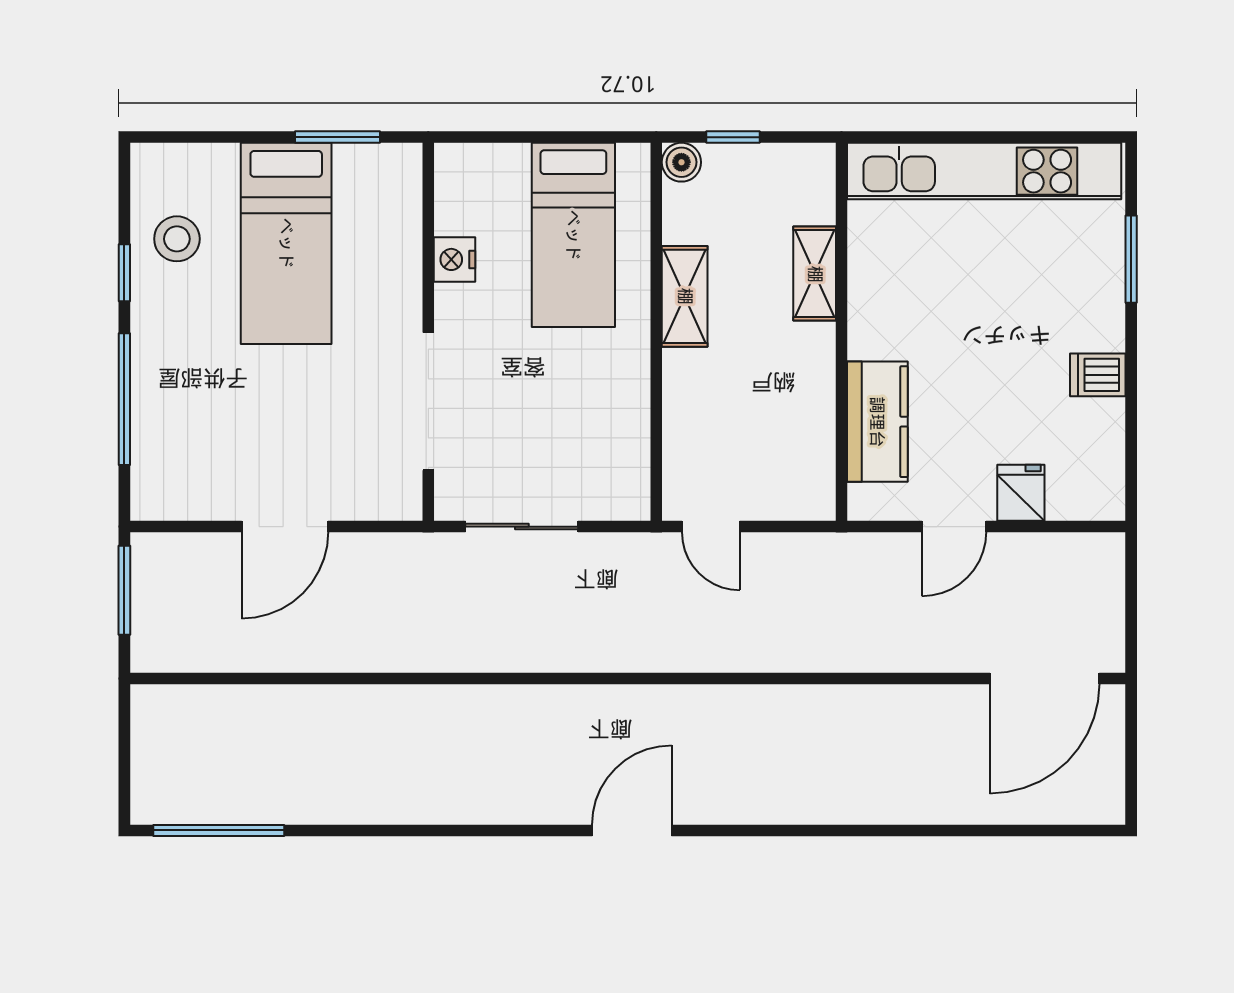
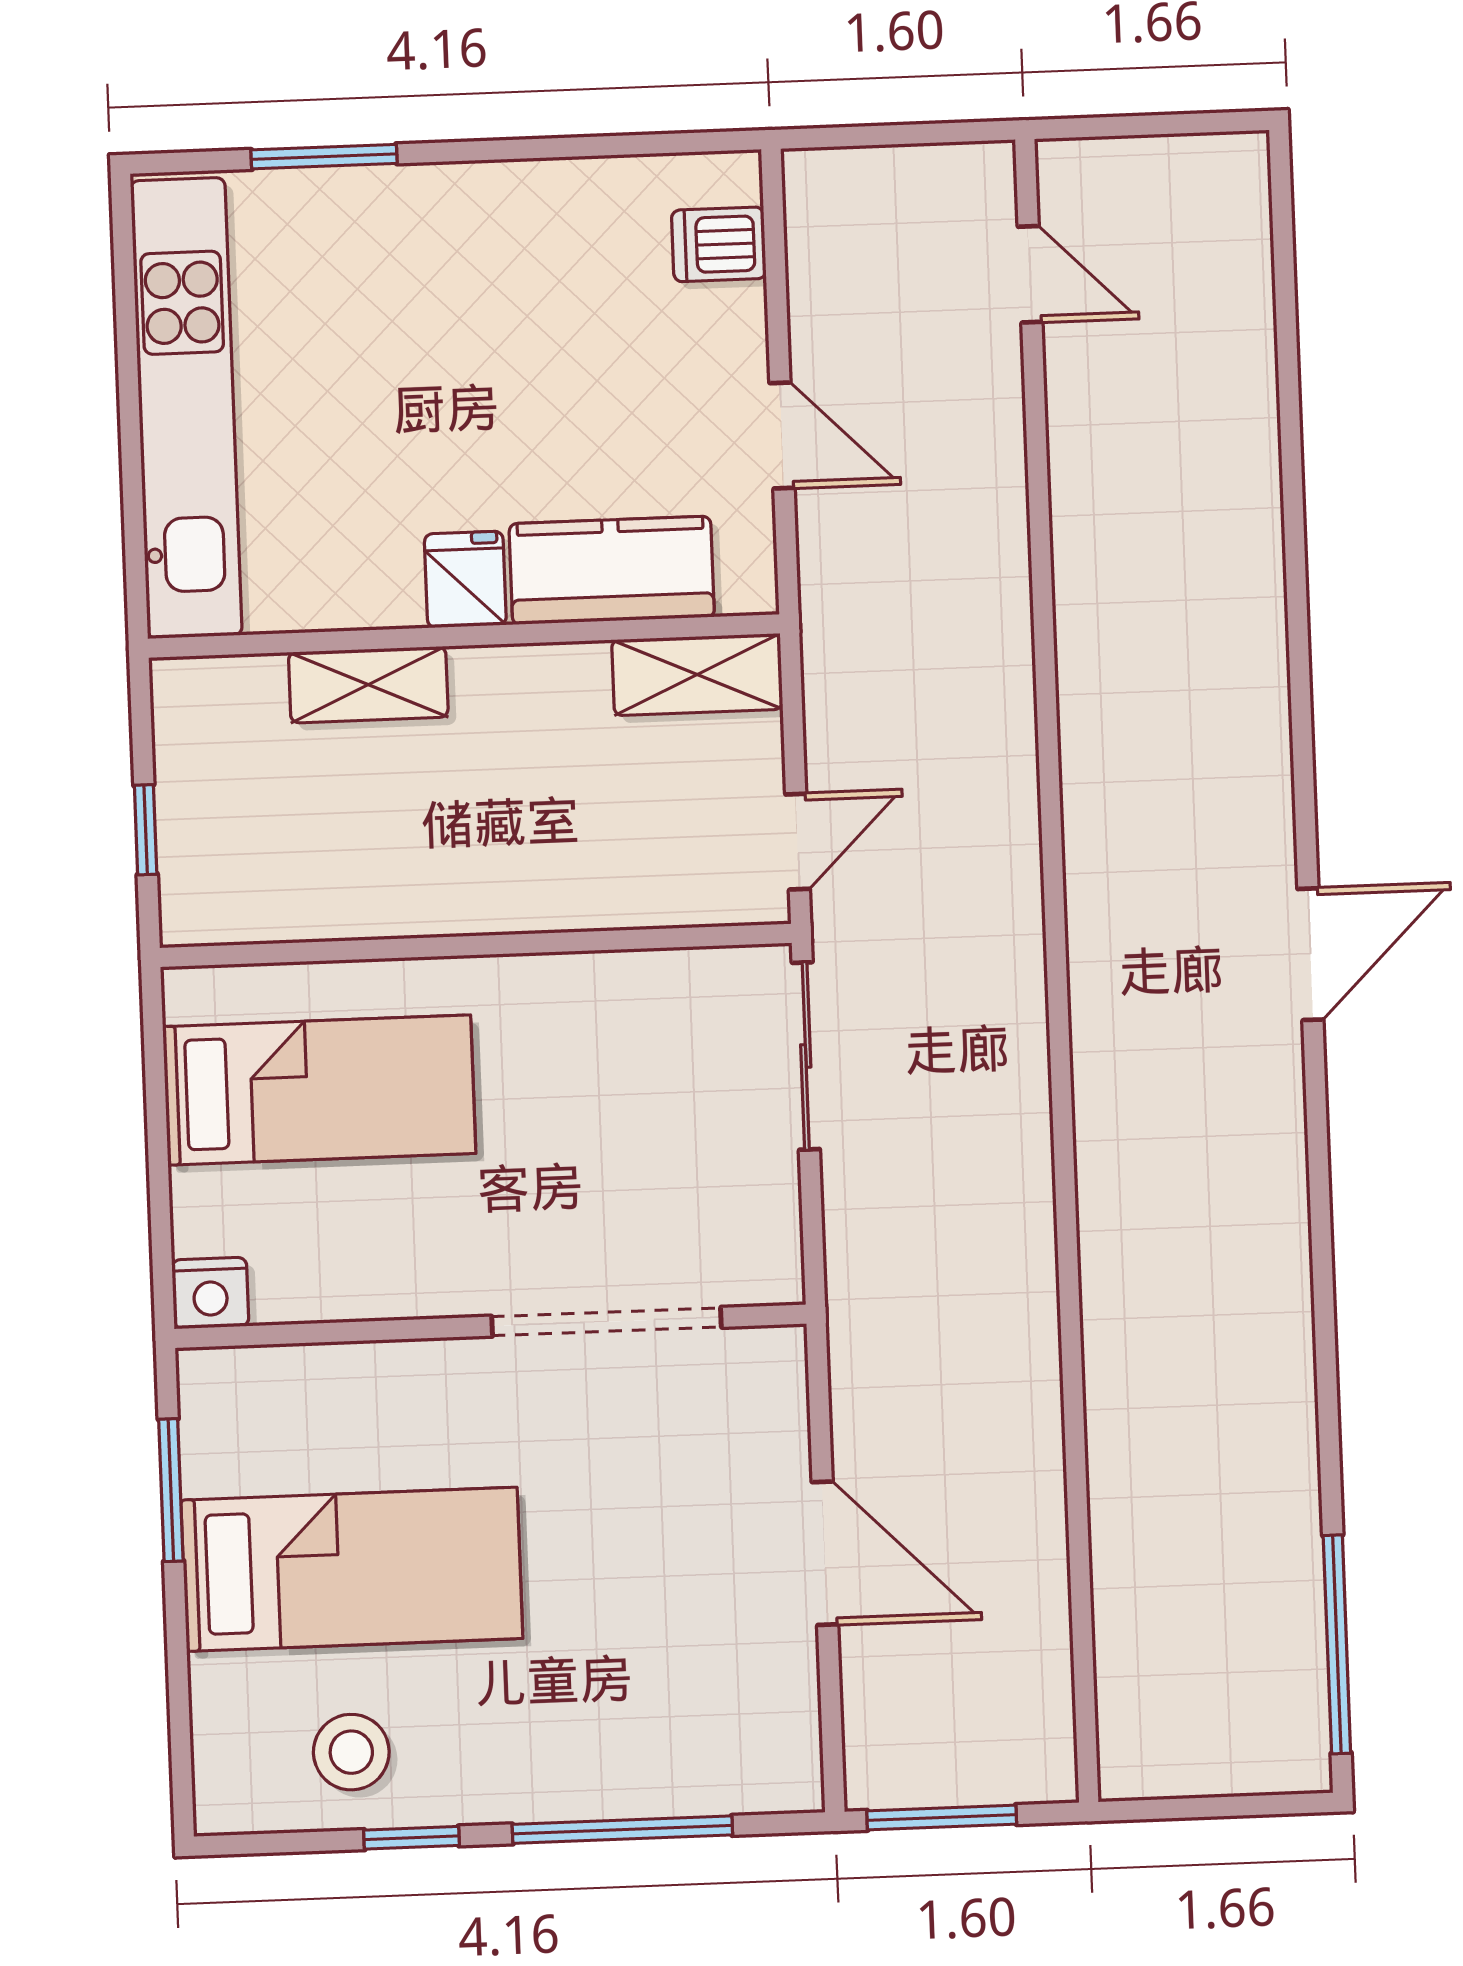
boiler: (681, 162) -> (191, 914), removed
nightstand: (455, 259) -> (210, 1293), moved
shelving: (685, 296) -> (697, 675), moved
dishwasher: (1098, 375) -> (719, 244), moved, turned 90
fridge: (1021, 493) -> (465, 579), moved, turned 90
sliding door: (522, 527) -> (806, 1056), moved
door: (1045, 678) -> (1030, 274), width x0.53
door: (632, 830) -> (1310, 954), swing flipped

